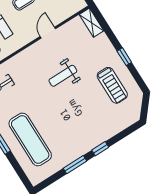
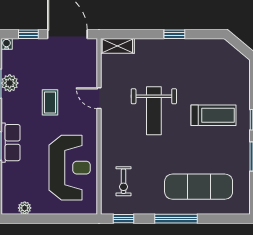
weight bench: (63, 76) -> (154, 111), width x1.36, depth x1.33
treadmill: (112, 85) -> (213, 115), moved

